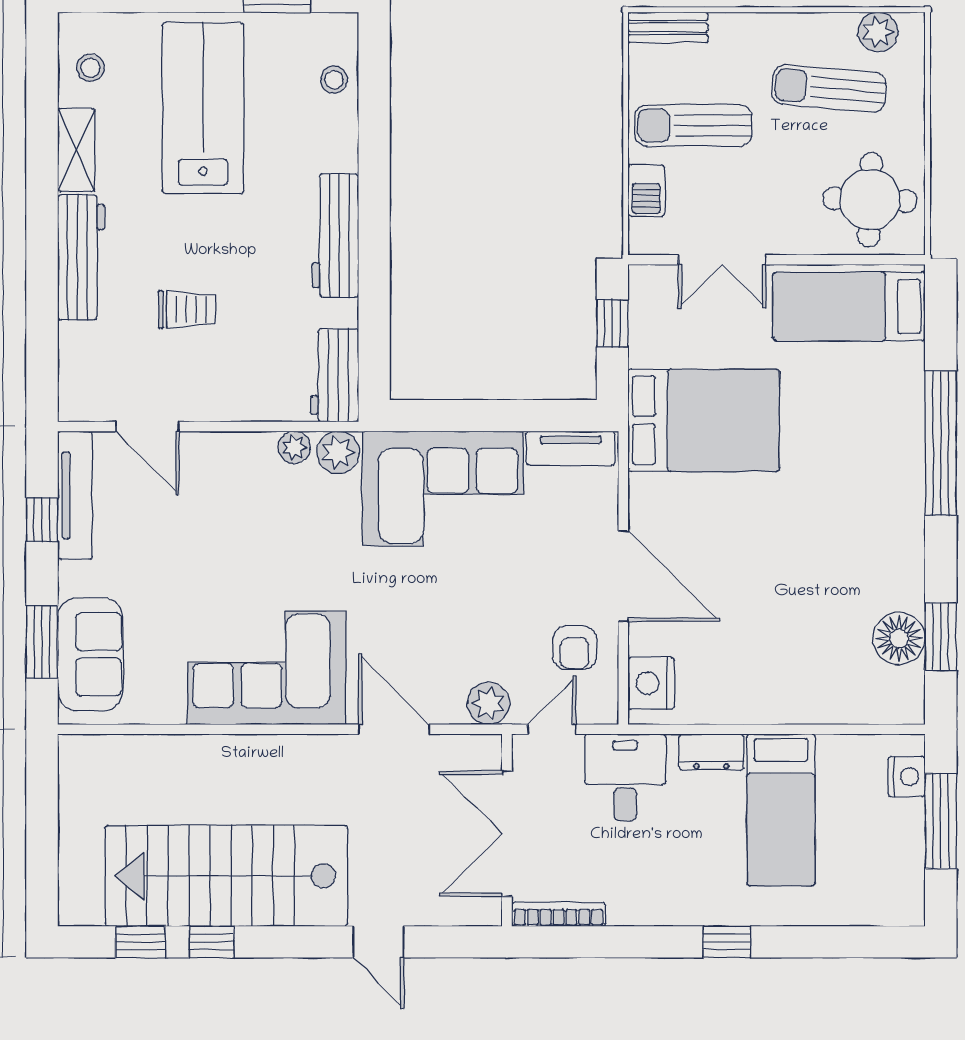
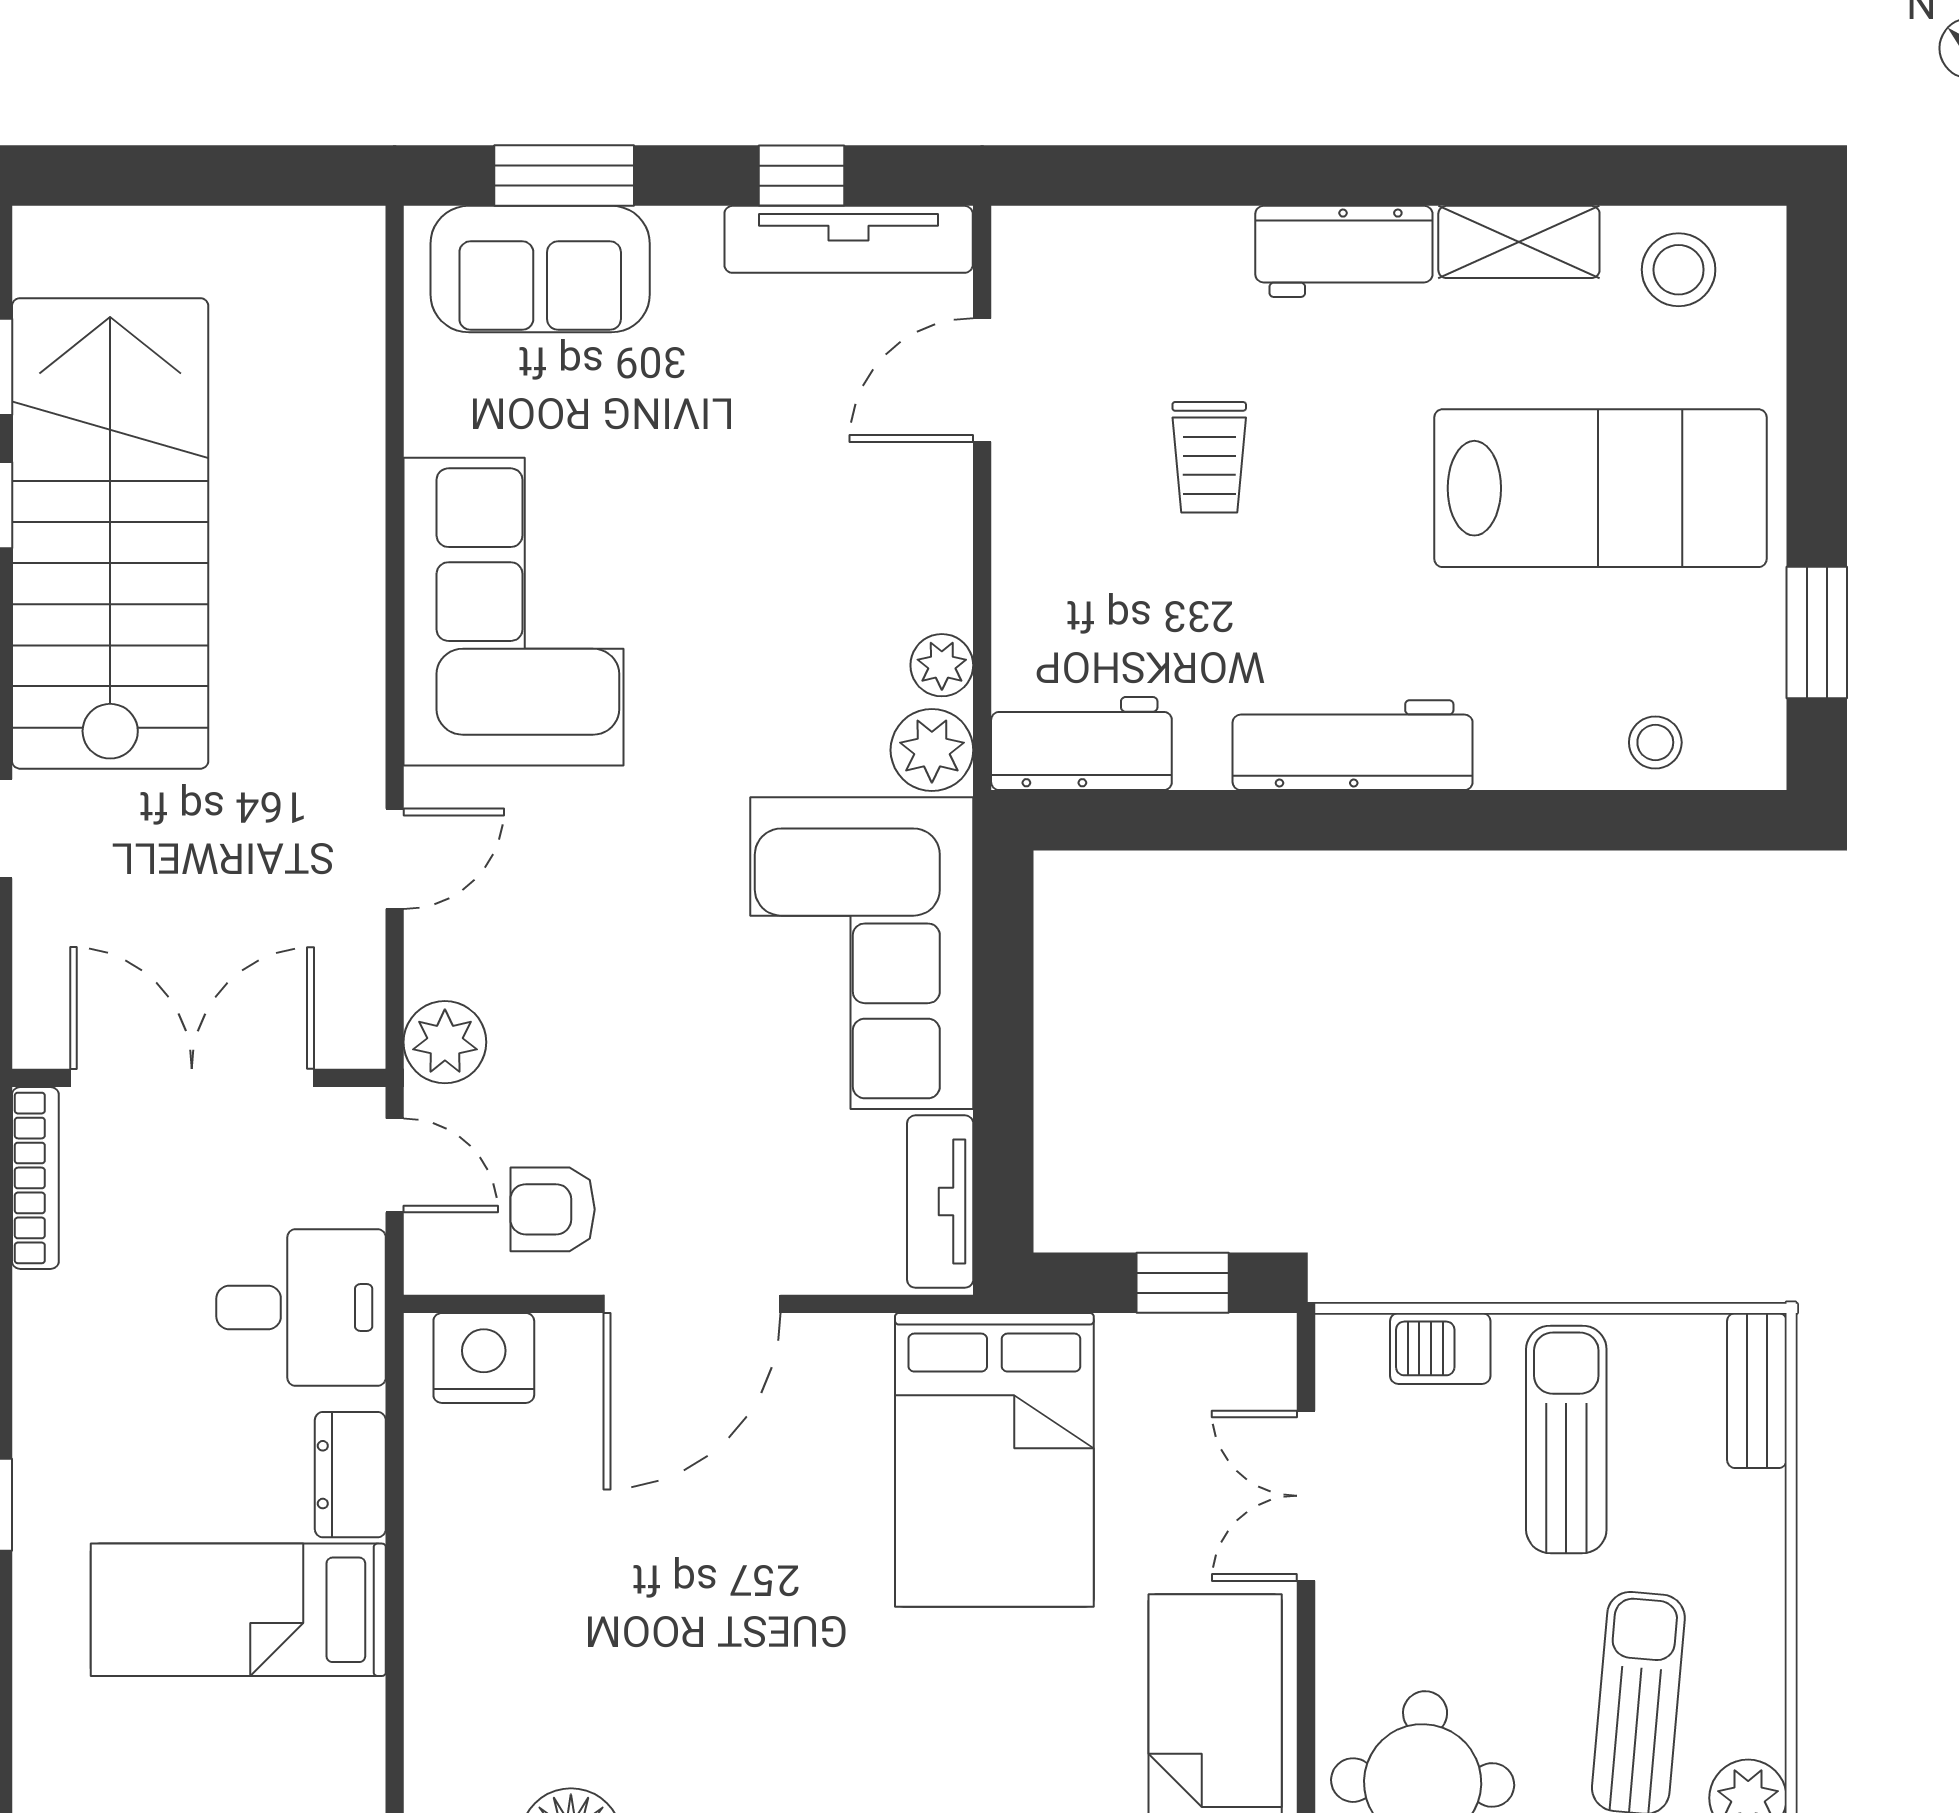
stool: (90, 68) -> (1679, 270), width x1.37, depth x1.37
workbench: (81, 257) -> (1344, 251), width x0.73
door: (394, 729) -> (395, 859), width x0.73

